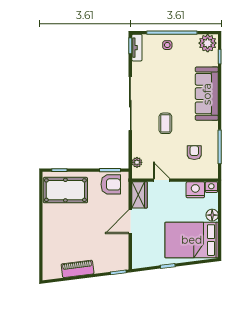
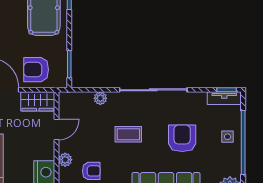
armchair: (169, 81) -> (182, 138), added
plant: (137, 162) -> (100, 98), moved
plant: (185, 173) -> (65, 160), added
armchair: (111, 184) -> (36, 70), moved, turned 90

